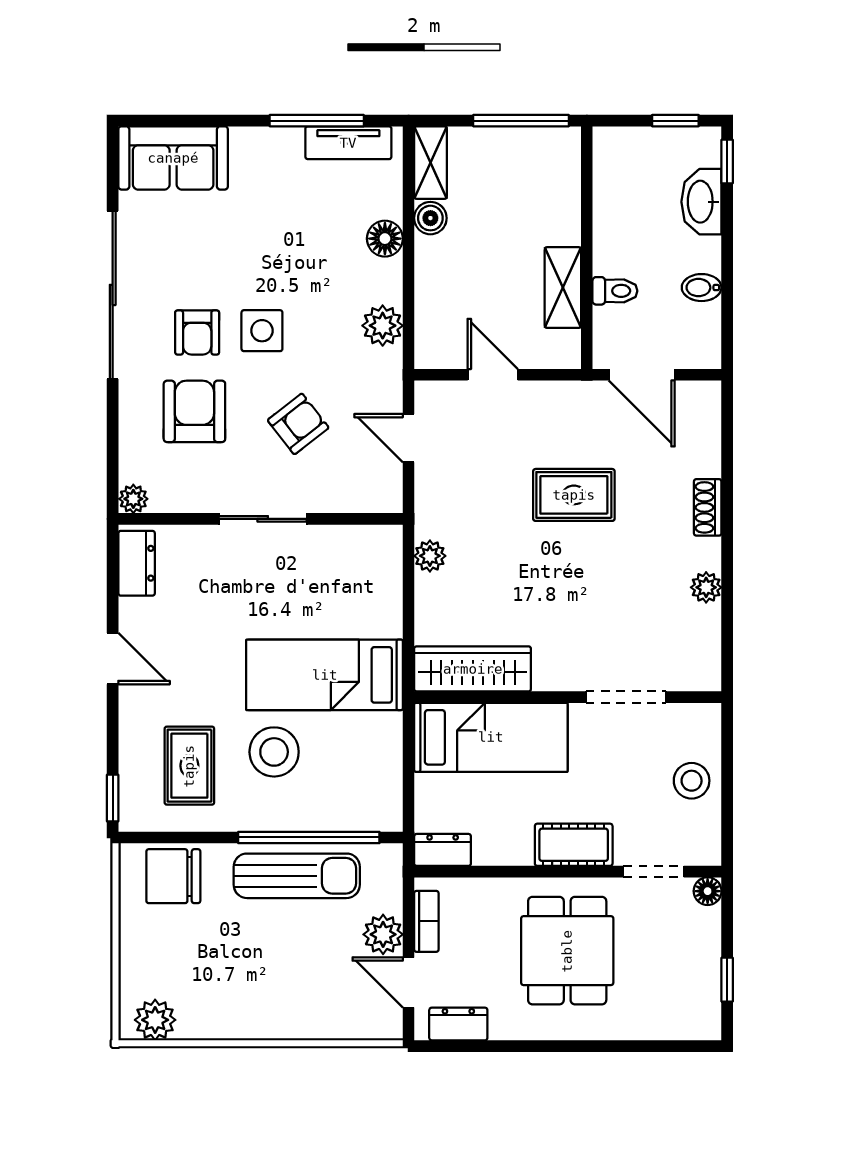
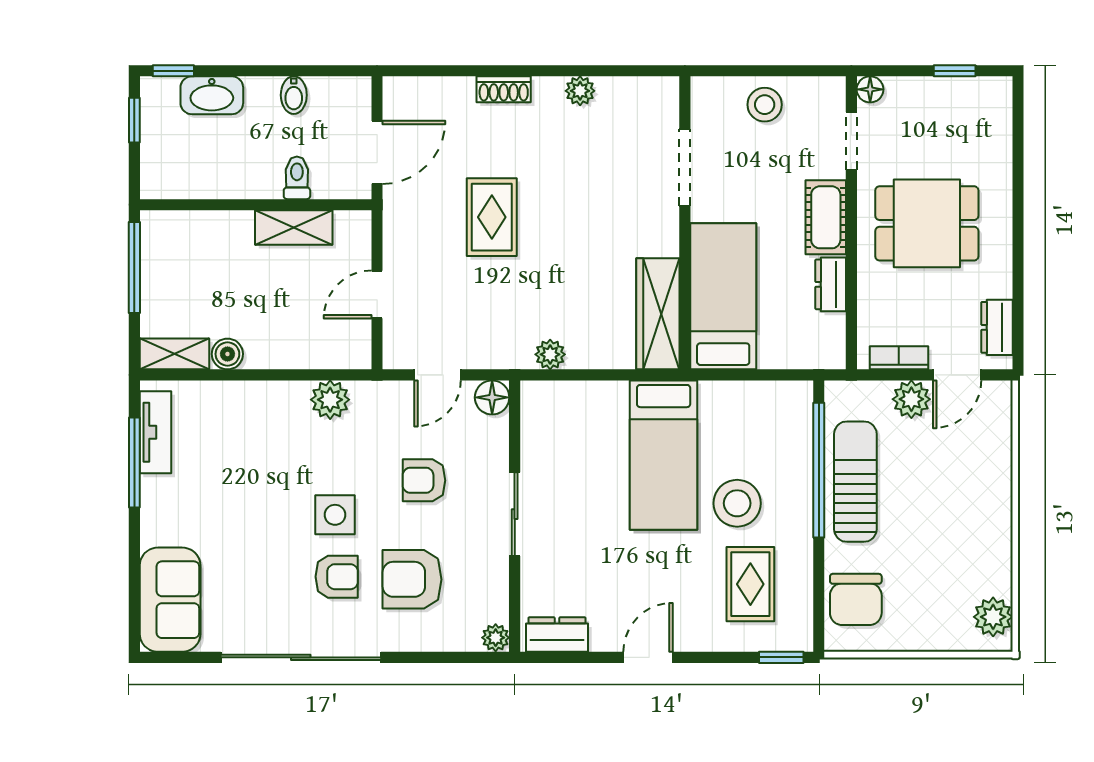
floor lamp: (385, 239) -> (492, 397), moved
armchair: (298, 424) -> (424, 480), turned -52
rug: (189, 766) -> (750, 584), turned 90
dresser: (443, 850) -> (831, 284), moved

